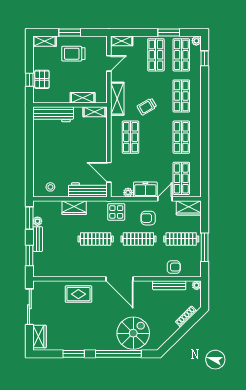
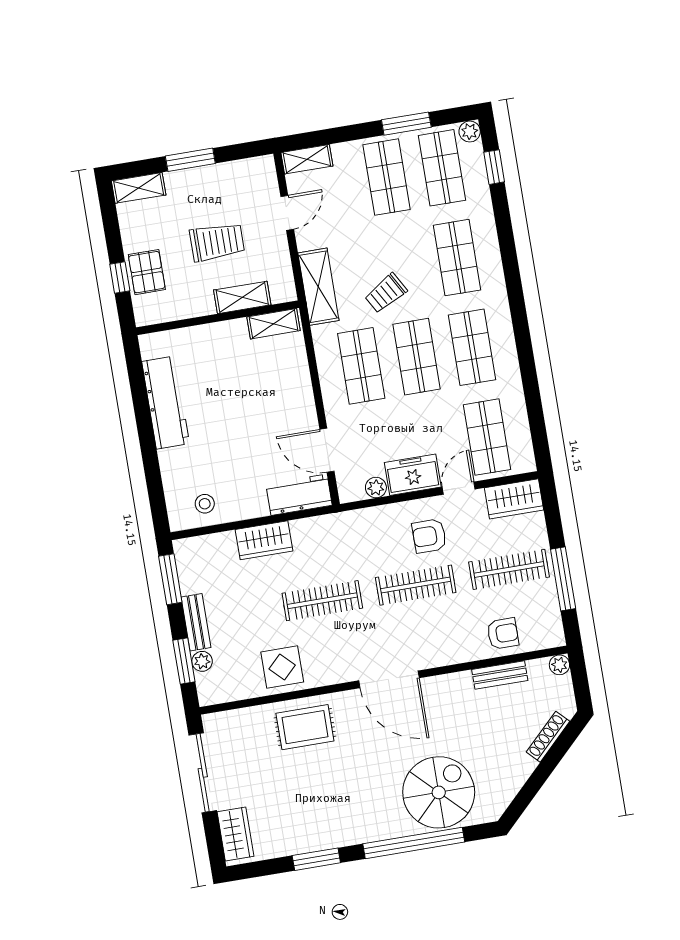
trolley: (73, 54) -> (217, 242), moved, turned 180
workbench: (53, 114) -> (166, 403), moved, turned -90
shop shelf: (156, 137) -> (417, 357), added
workbench: (88, 190) -> (299, 495), width x0.73
display table: (116, 212) -> (282, 667), moved
plant: (37, 221) -> (202, 661), moved
bench: (169, 285) -> (500, 675), width x0.73

